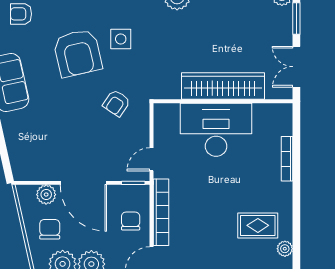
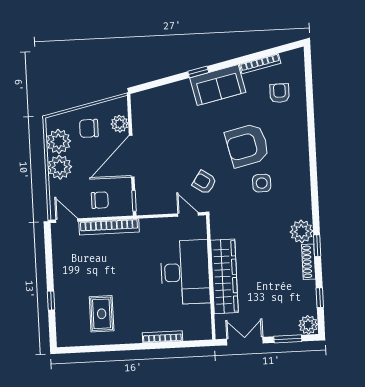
door: (152, 159) -> (188, 214), moved
chair: (50, 229) -> (89, 128), turned 180
plant: (285, 249) -> (82, 339), removed

